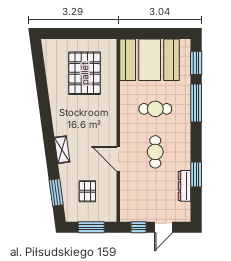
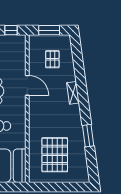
window: (56, 192) -> (88, 136), moved

